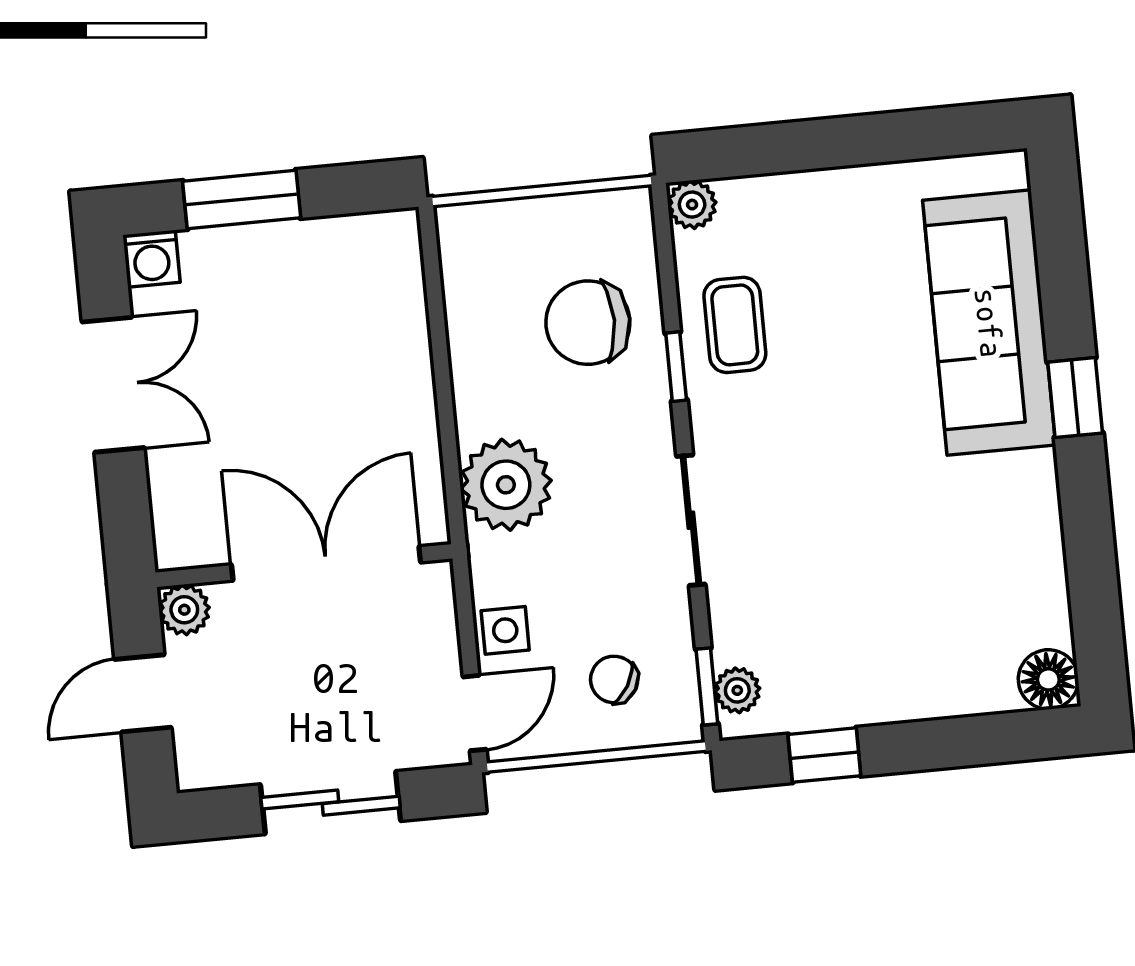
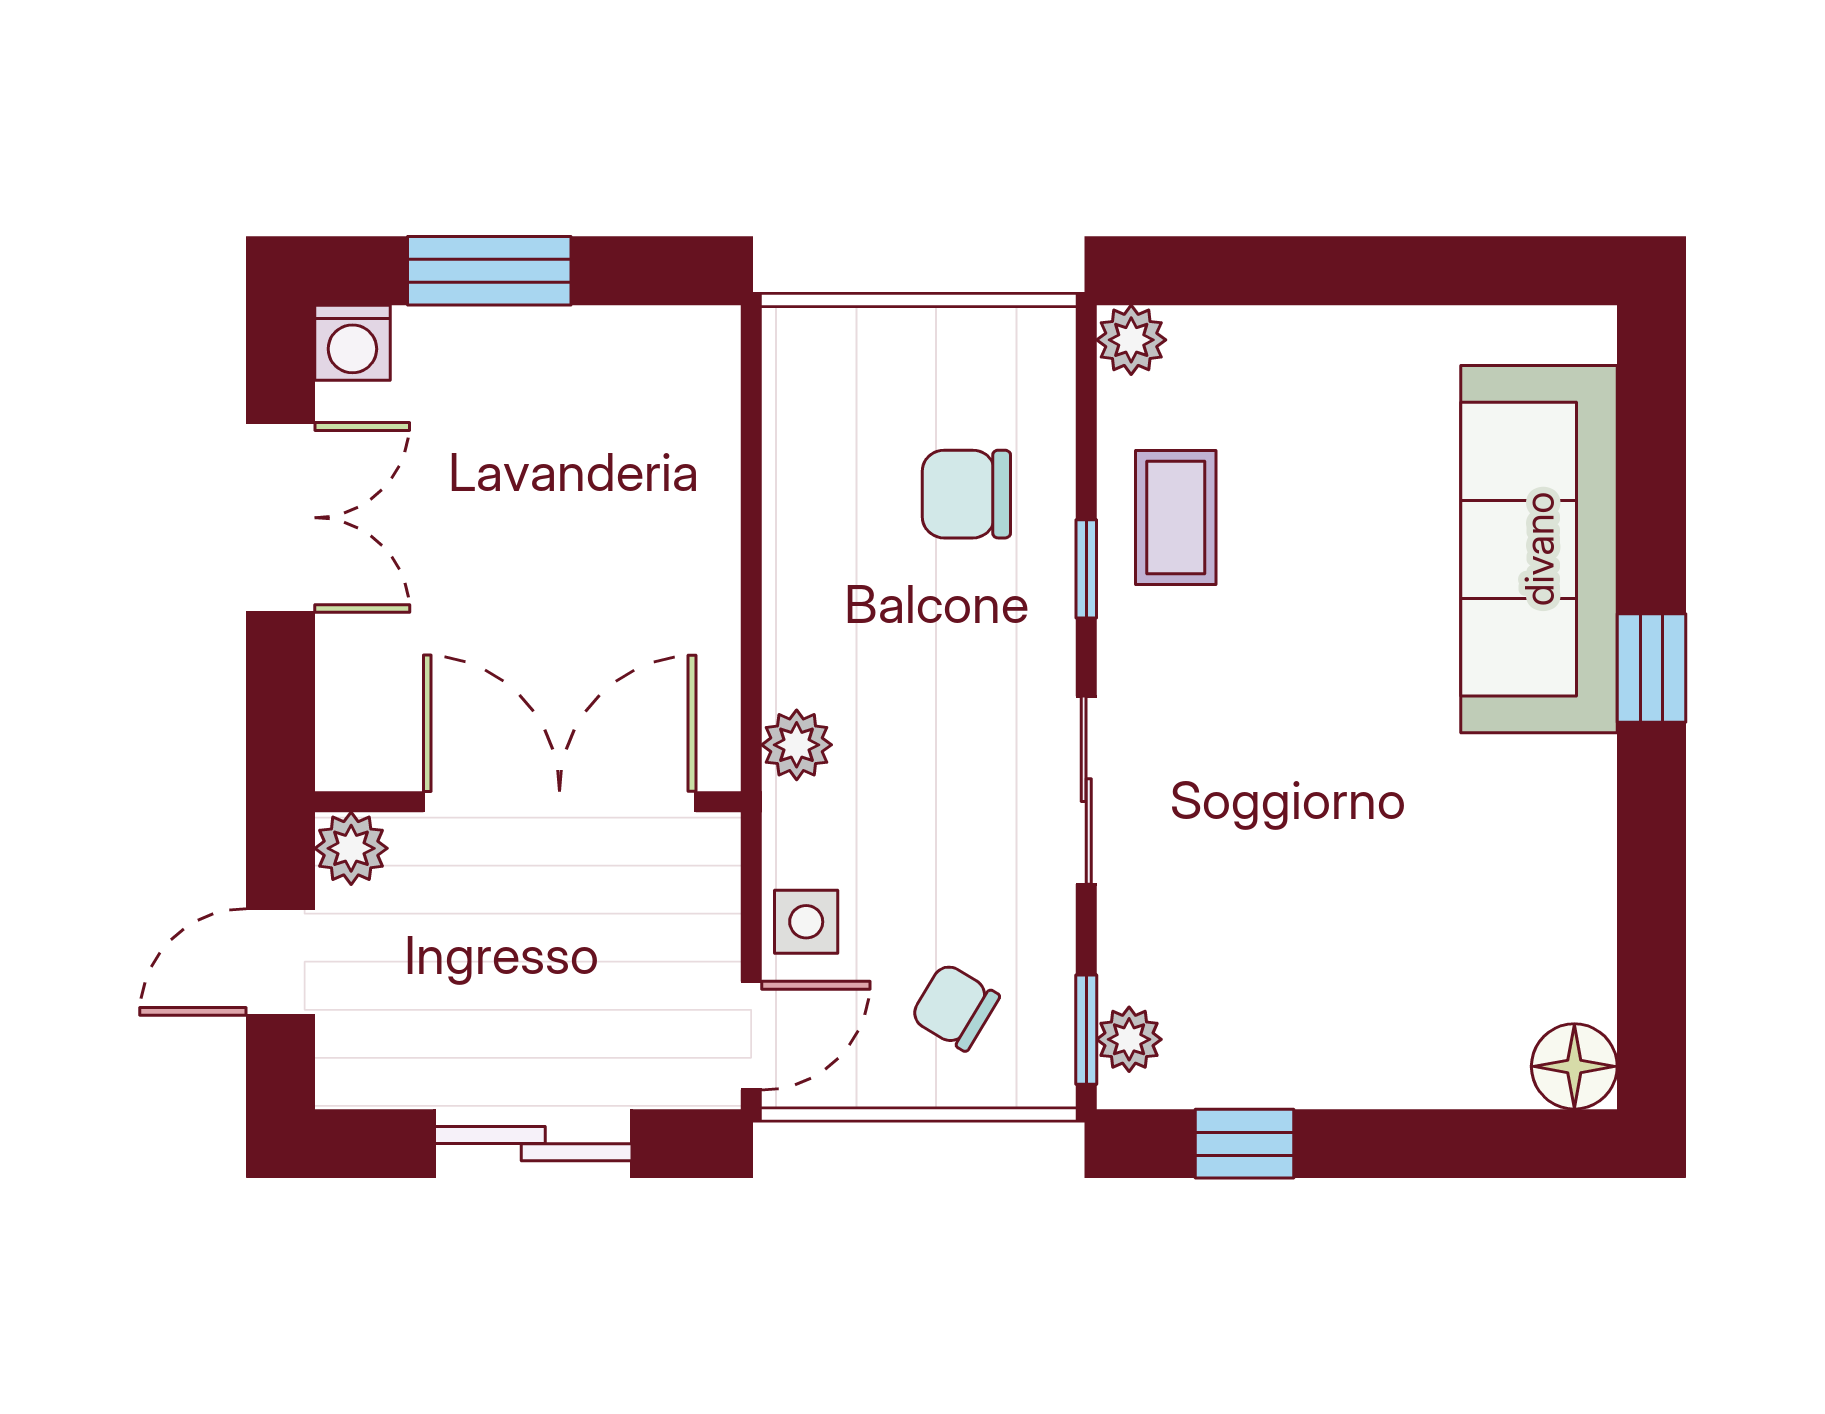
chair: (588, 323) -> (966, 494), width x0.73, depth x0.73
plant: (506, 485) -> (797, 745), width x0.53, depth x0.53

